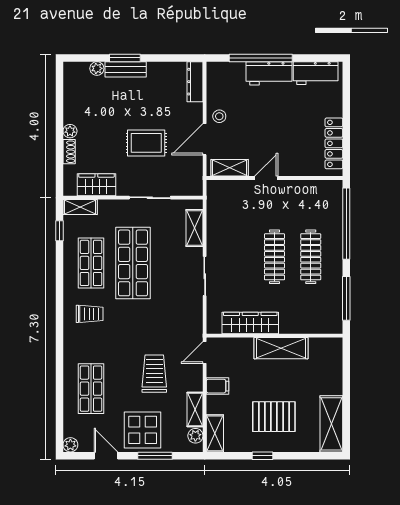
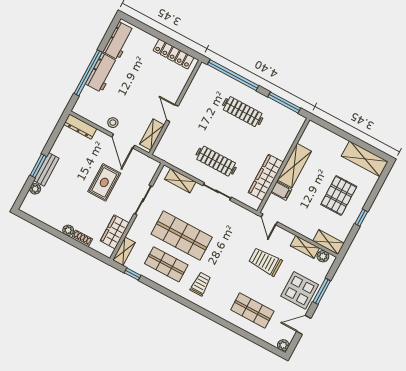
clothes rail: (275, 257) -> (216, 161), moved
filing cabinet: (218, 386) -> (281, 191), moved, turned 90

